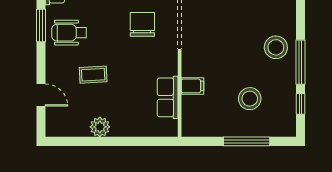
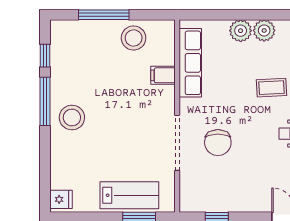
row of seats: (168, 97) -> (190, 63), width x1.48
stool: (250, 99) -> (134, 38), moved
plant: (121, 127) -> (241, 31), added

